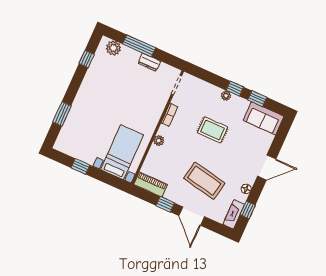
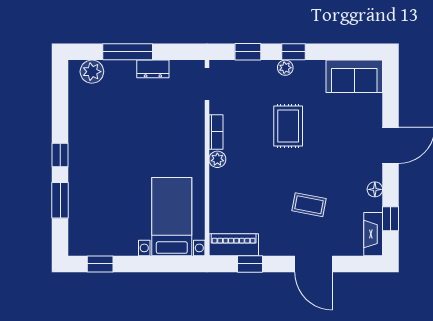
window: (87, 59) -> (60, 155), moved
window: (257, 99) -> (248, 52), moved
rug: (213, 130) -> (288, 126), turned 90
plant: (159, 141) -> (217, 159), moved
window: (80, 166) -> (100, 264), moved
coffee table: (204, 181) -> (309, 205), width x0.54, depth x0.58
window: (165, 204) -> (250, 264), moved

